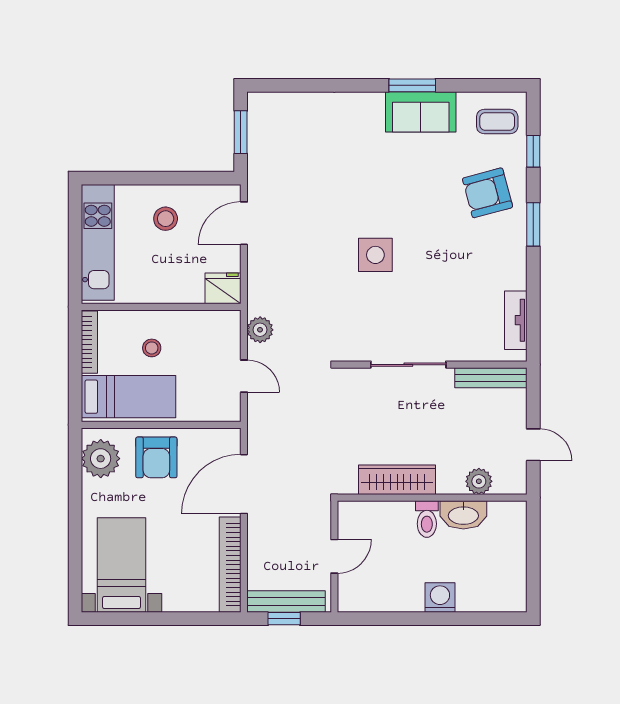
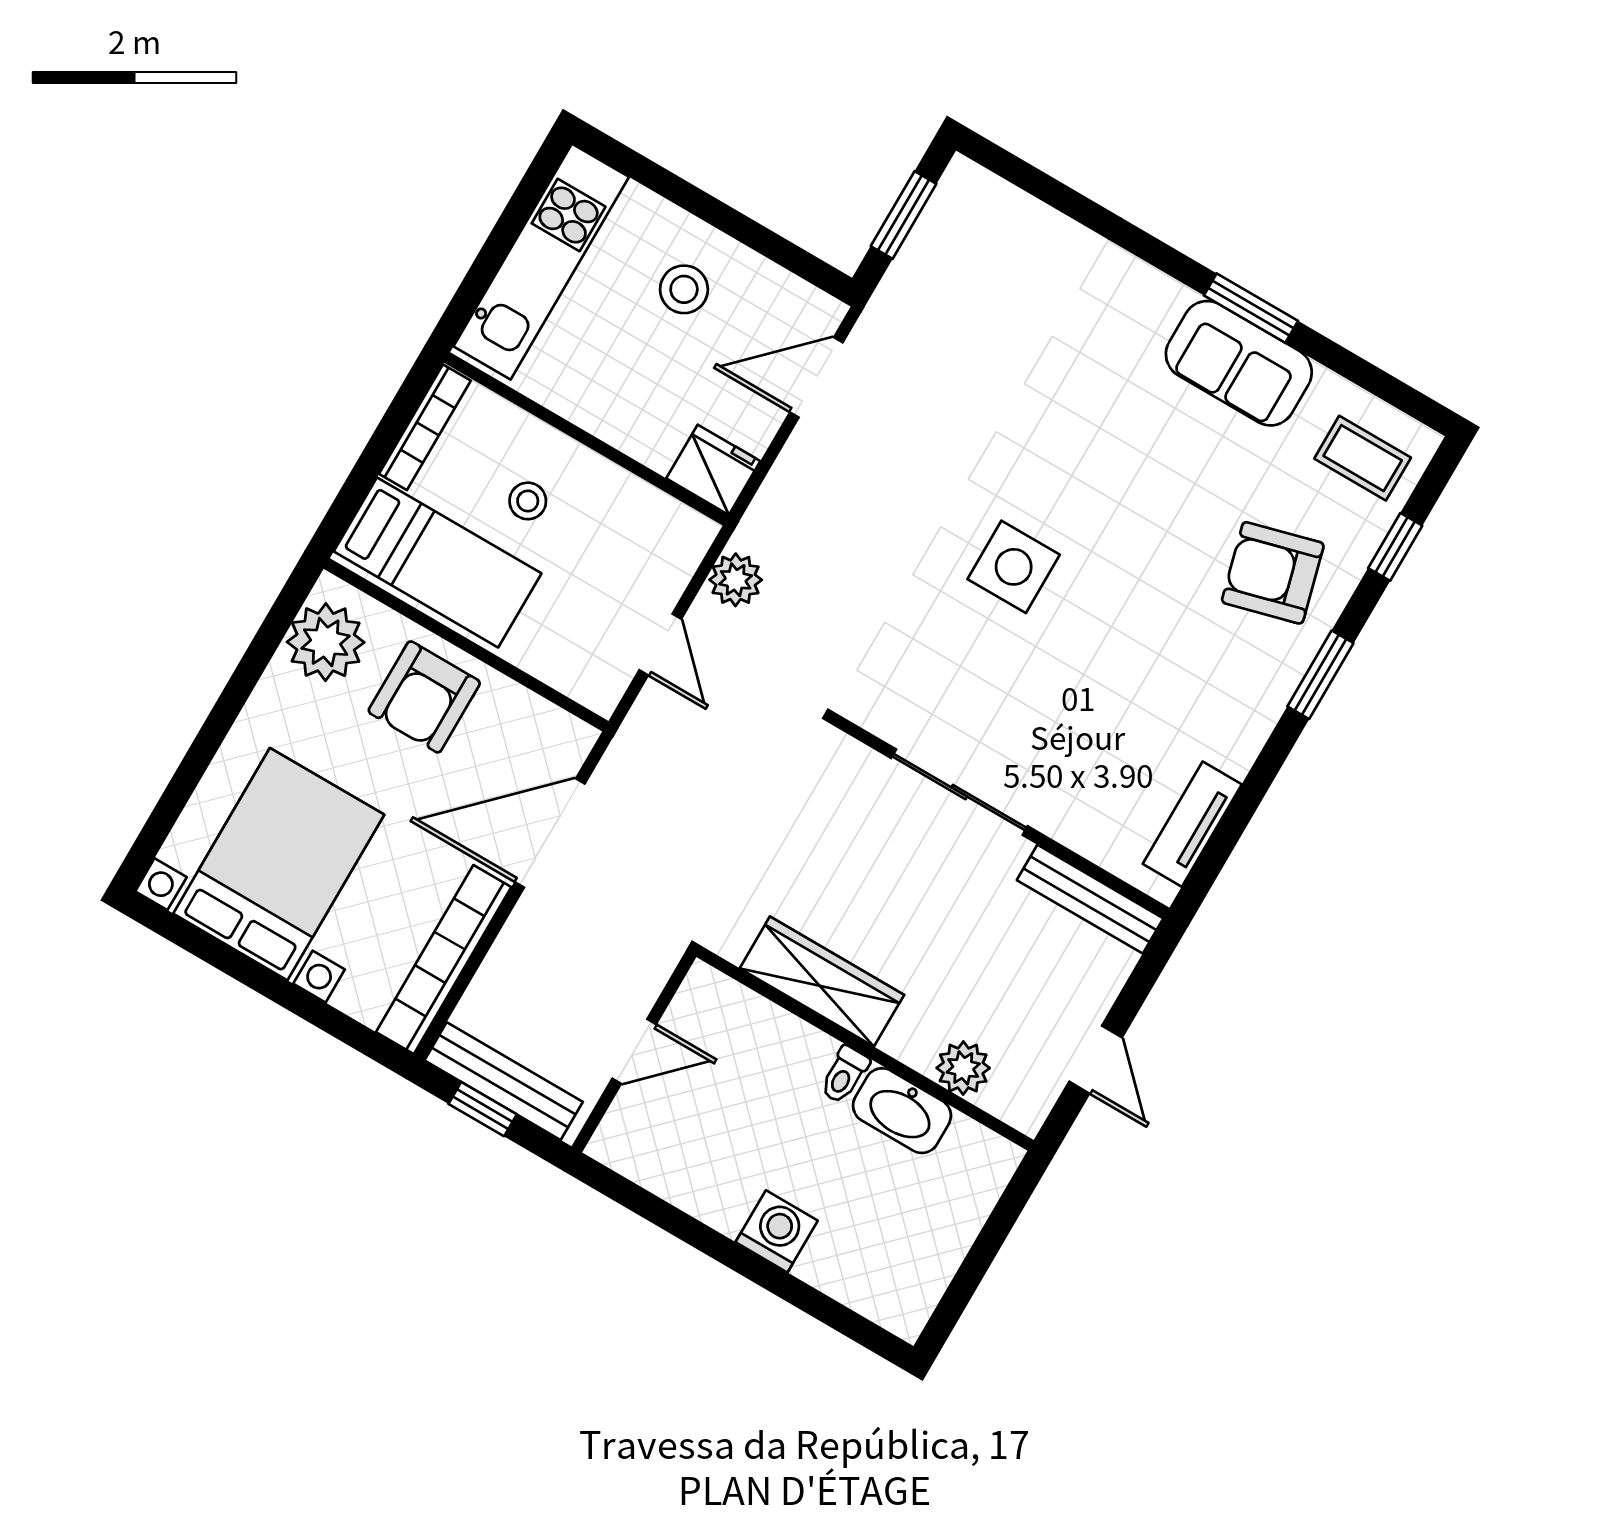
toilet: (427, 519) -> (844, 1075), width x0.73, depth x0.72
bed with nightstands: (121, 565) -> (279, 864), width x1.36

